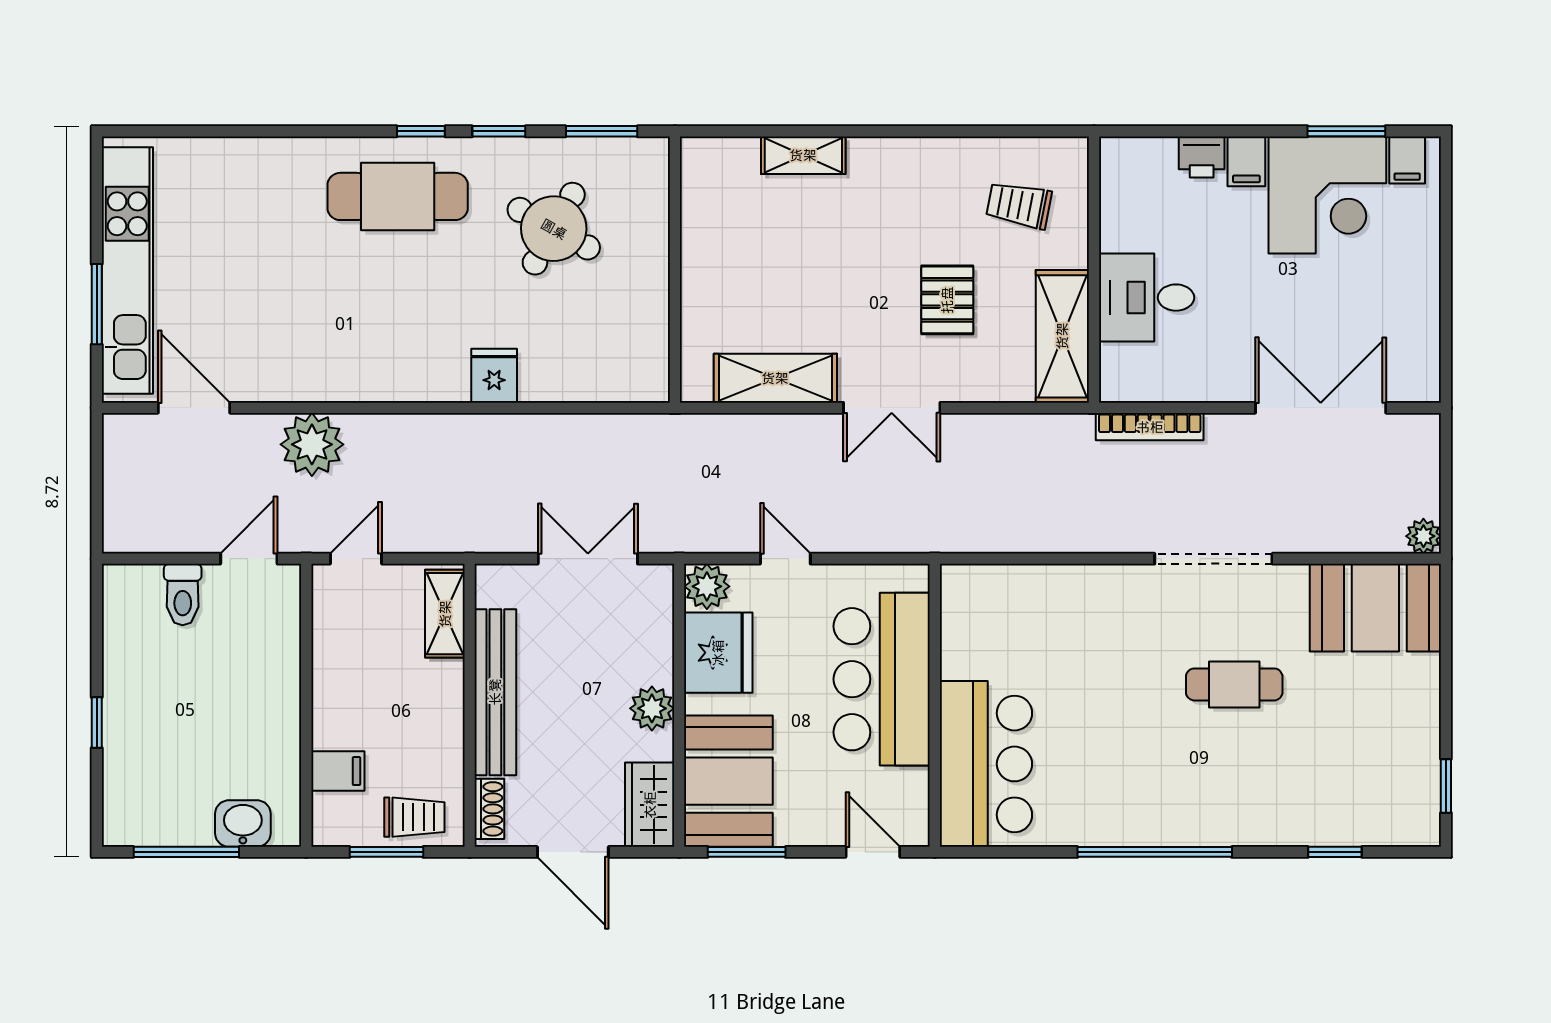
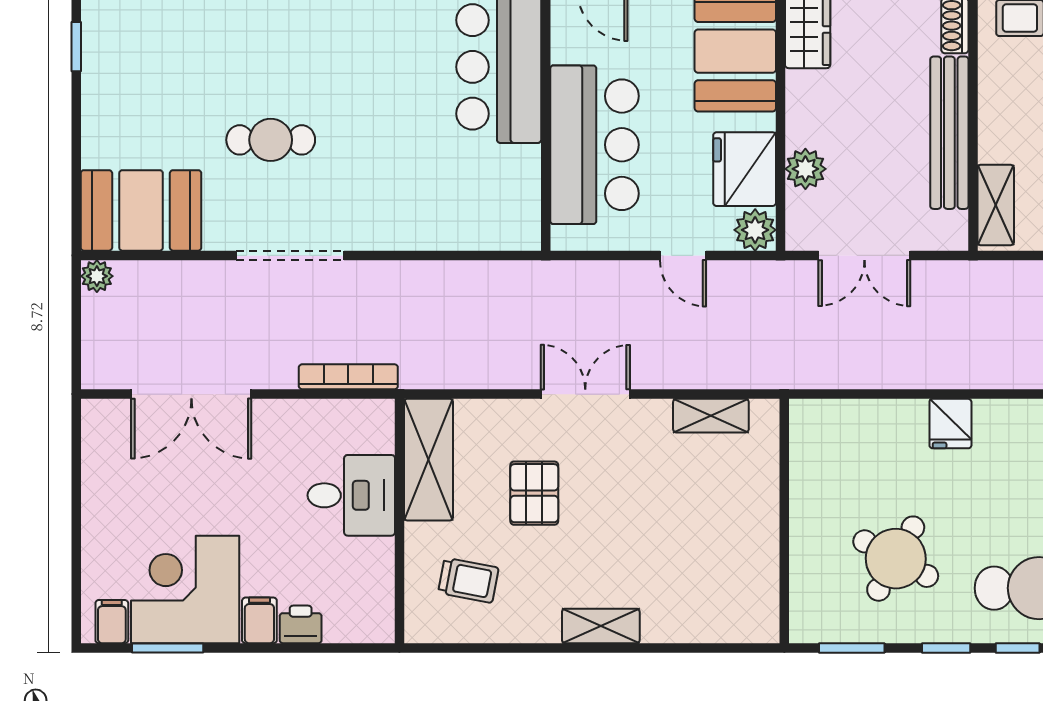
shelving: (803, 155) -> (601, 626), moved
shelving: (775, 378) -> (711, 416), width x0.67, depth x0.75
plant: (652, 708) -> (805, 169), moved

